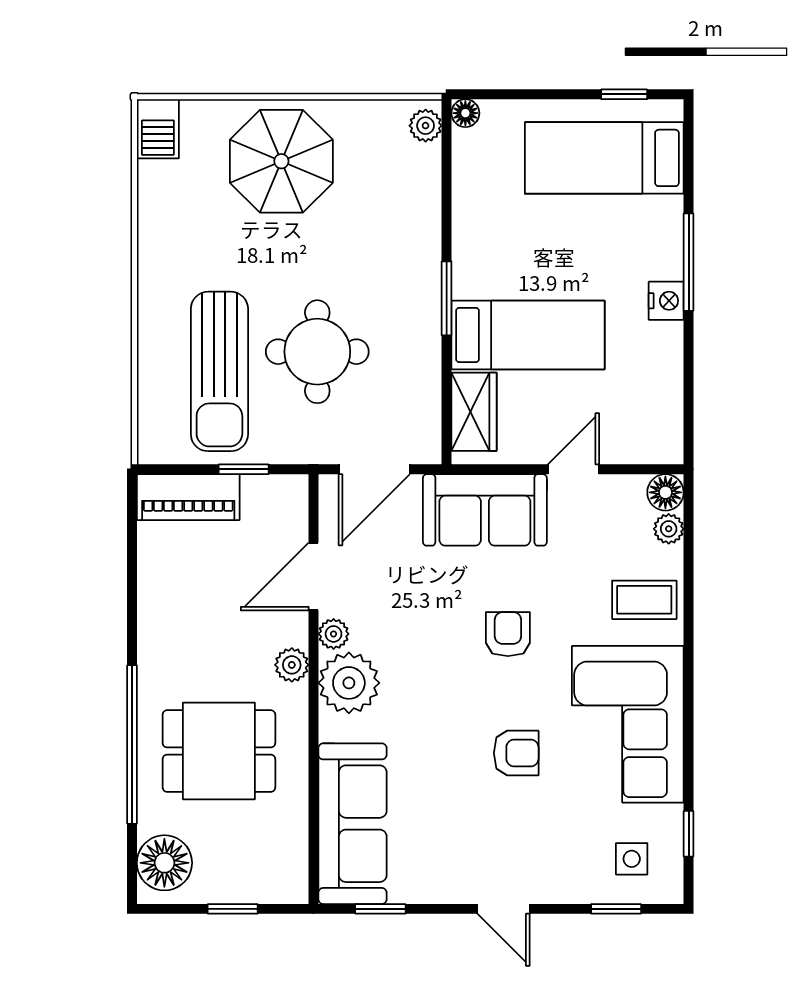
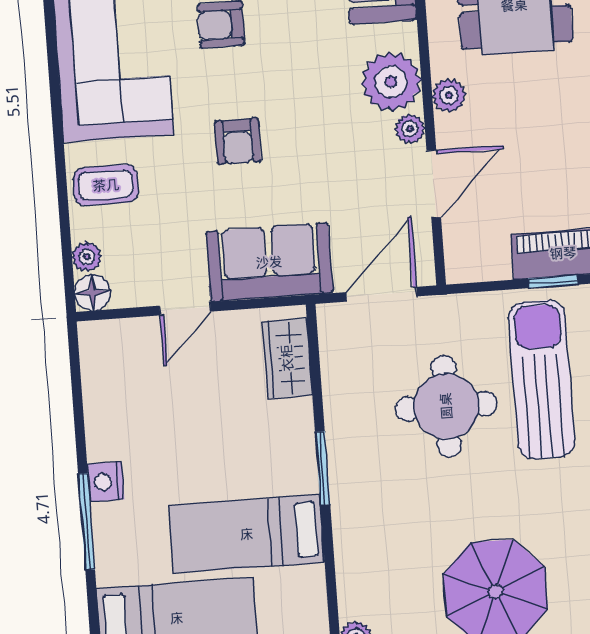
bed: (528, 335) -> (247, 534), moved
window: (244, 469) -> (553, 282), moved

